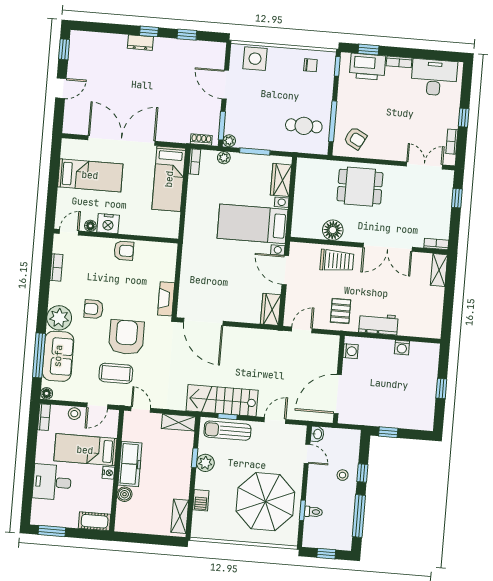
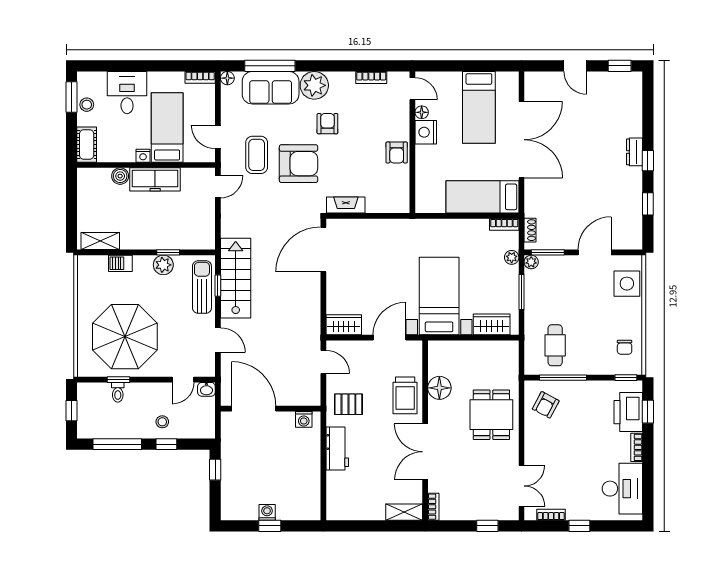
washing machine: (402, 348) -> (267, 512), moved, turned 90
stool: (74, 414) -> (87, 105), moved
shelving: (179, 422) -> (207, 231), removed

